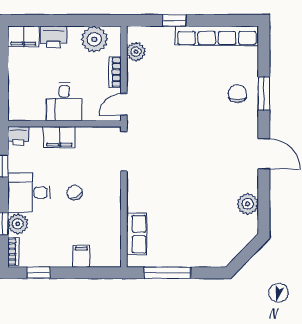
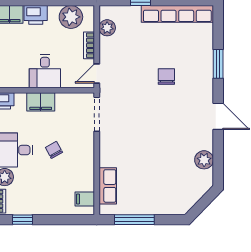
chair: (237, 94) -> (166, 76), moved
filing cabinet: (81, 256) -> (85, 199), moved, turned -90

